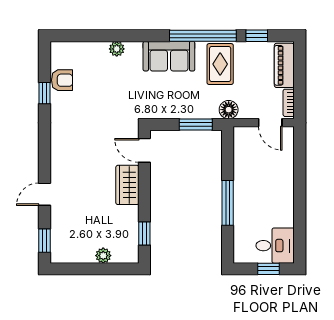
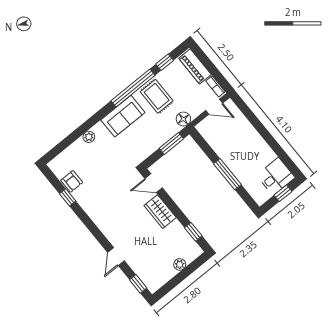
armchair: (62, 80) -> (72, 181), turned 90

